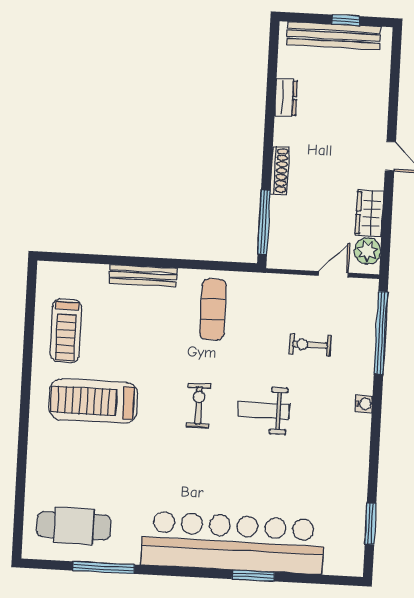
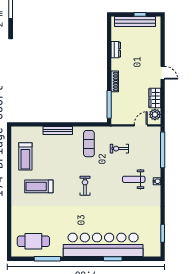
exercise bike: (310, 345) -> (119, 149), moved
treadmill: (93, 401) -> (39, 186), width x0.73, depth x0.73
weight bench: (263, 410) -> (134, 179), moved

